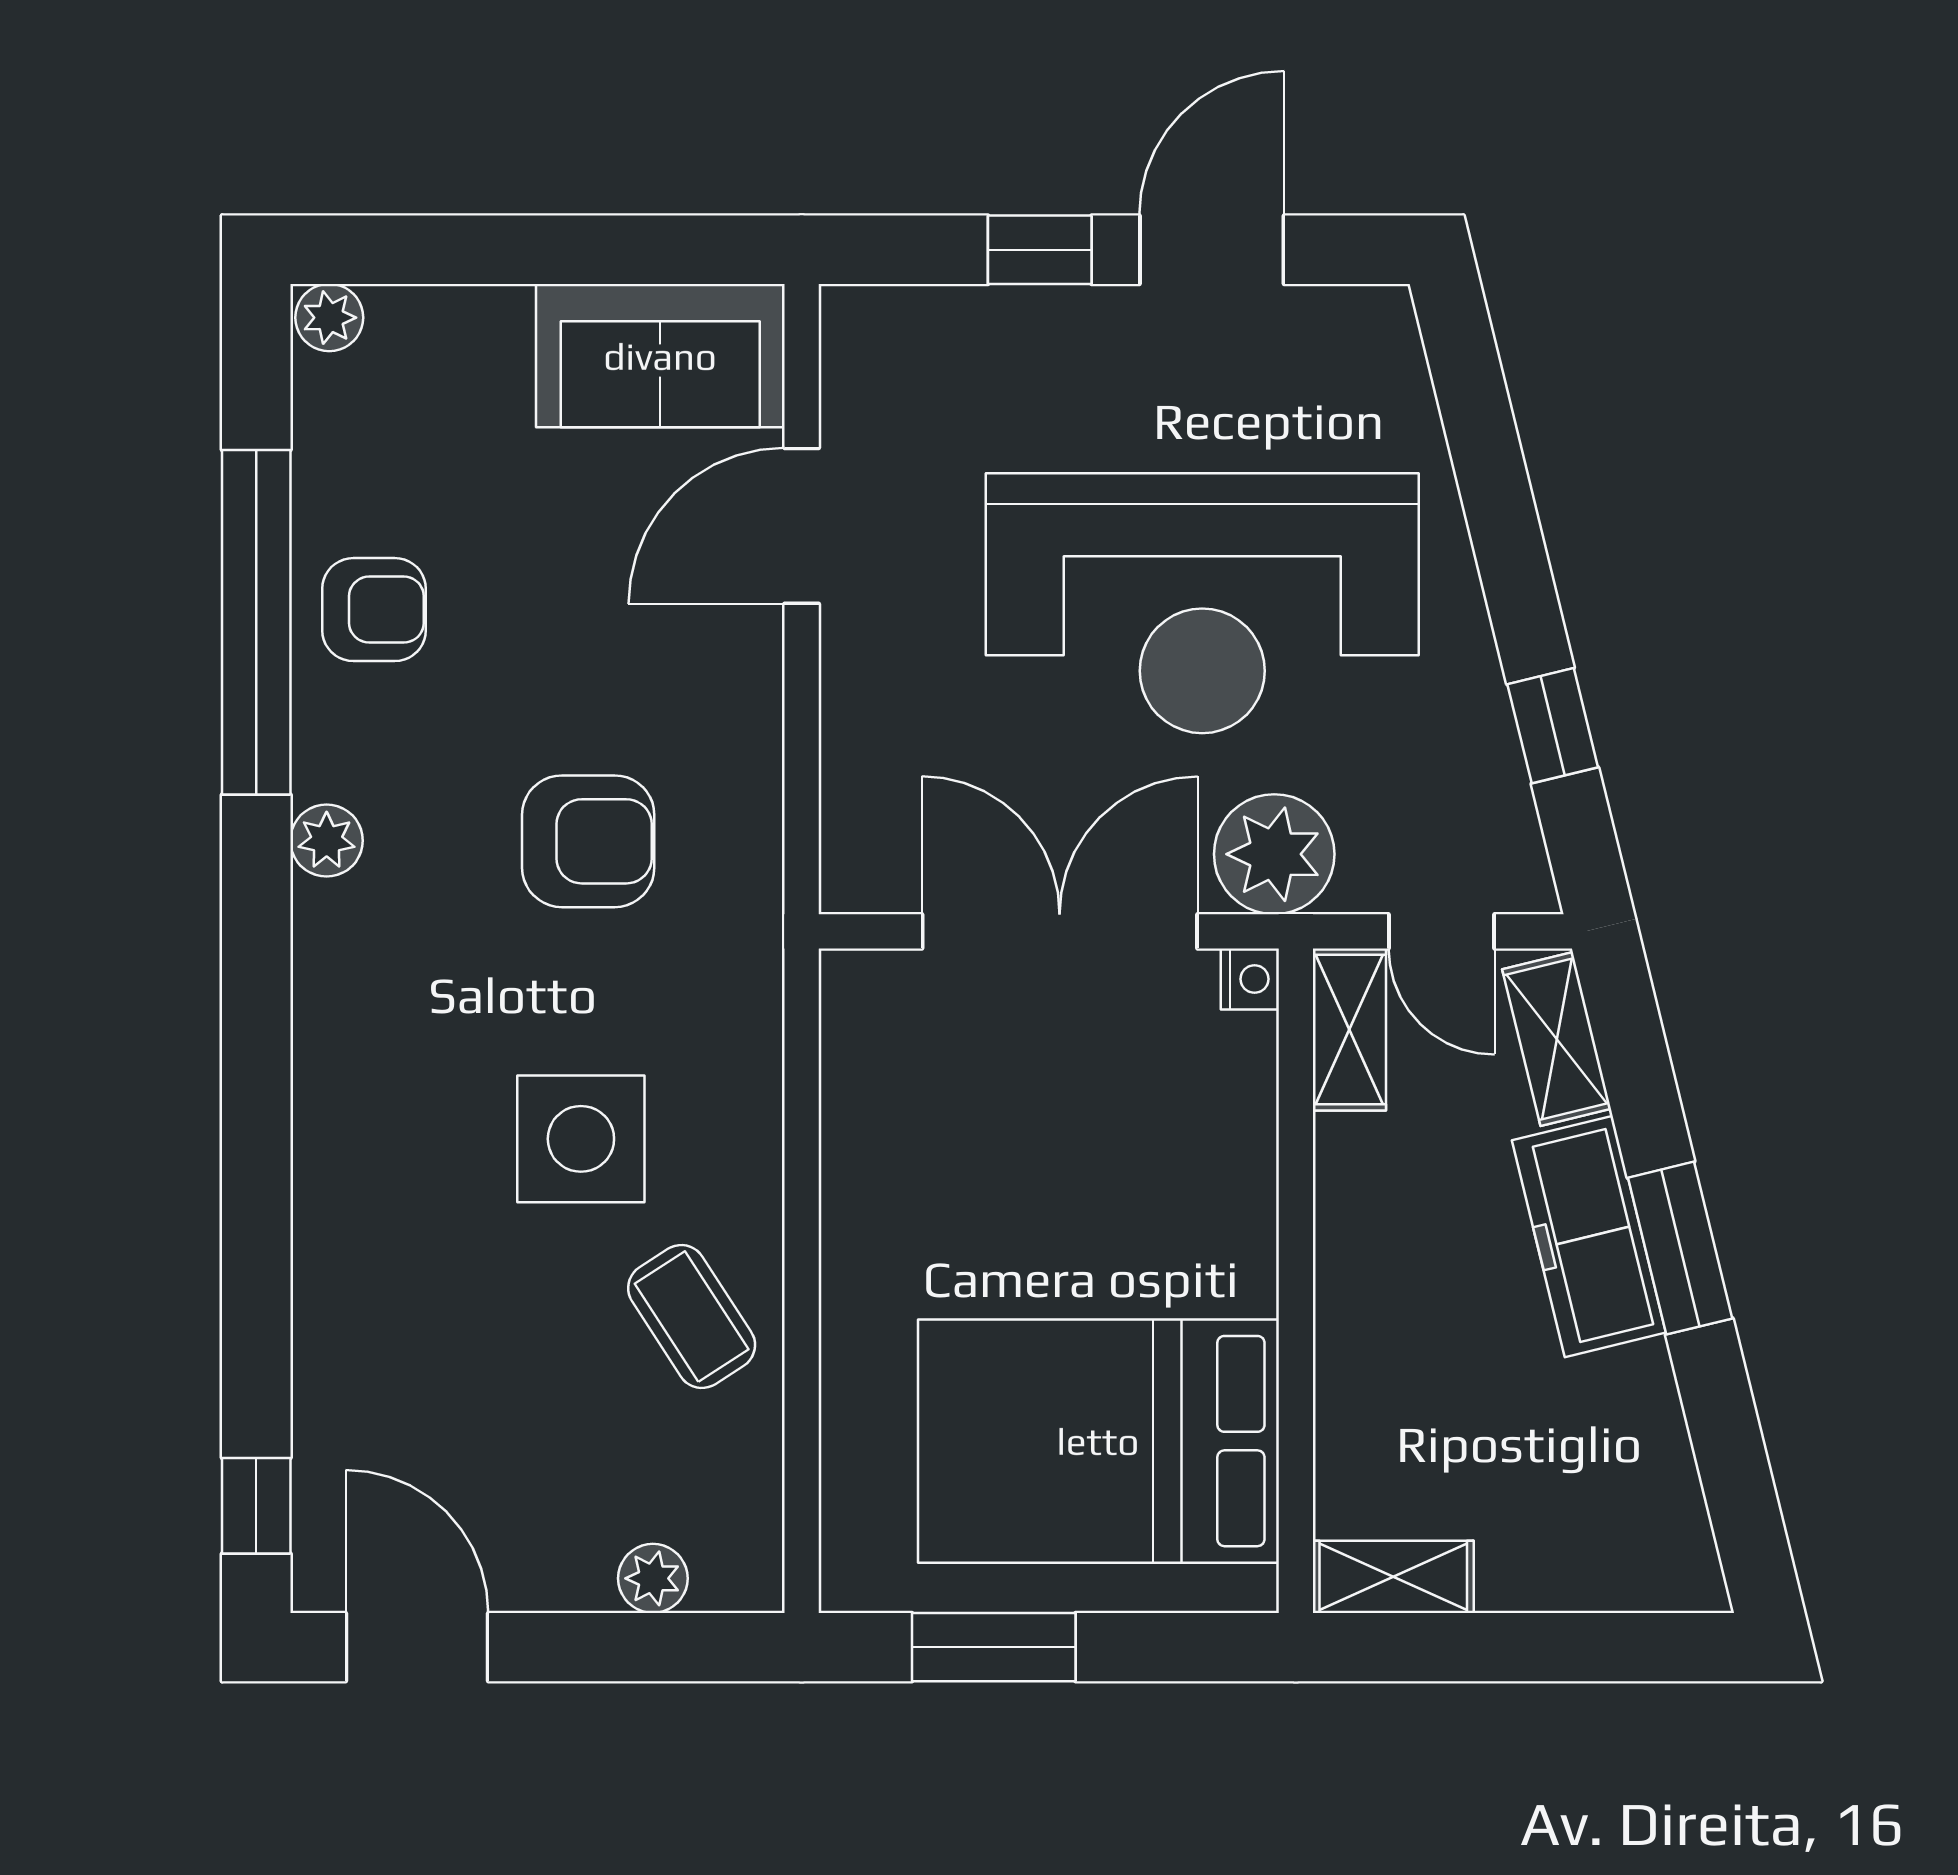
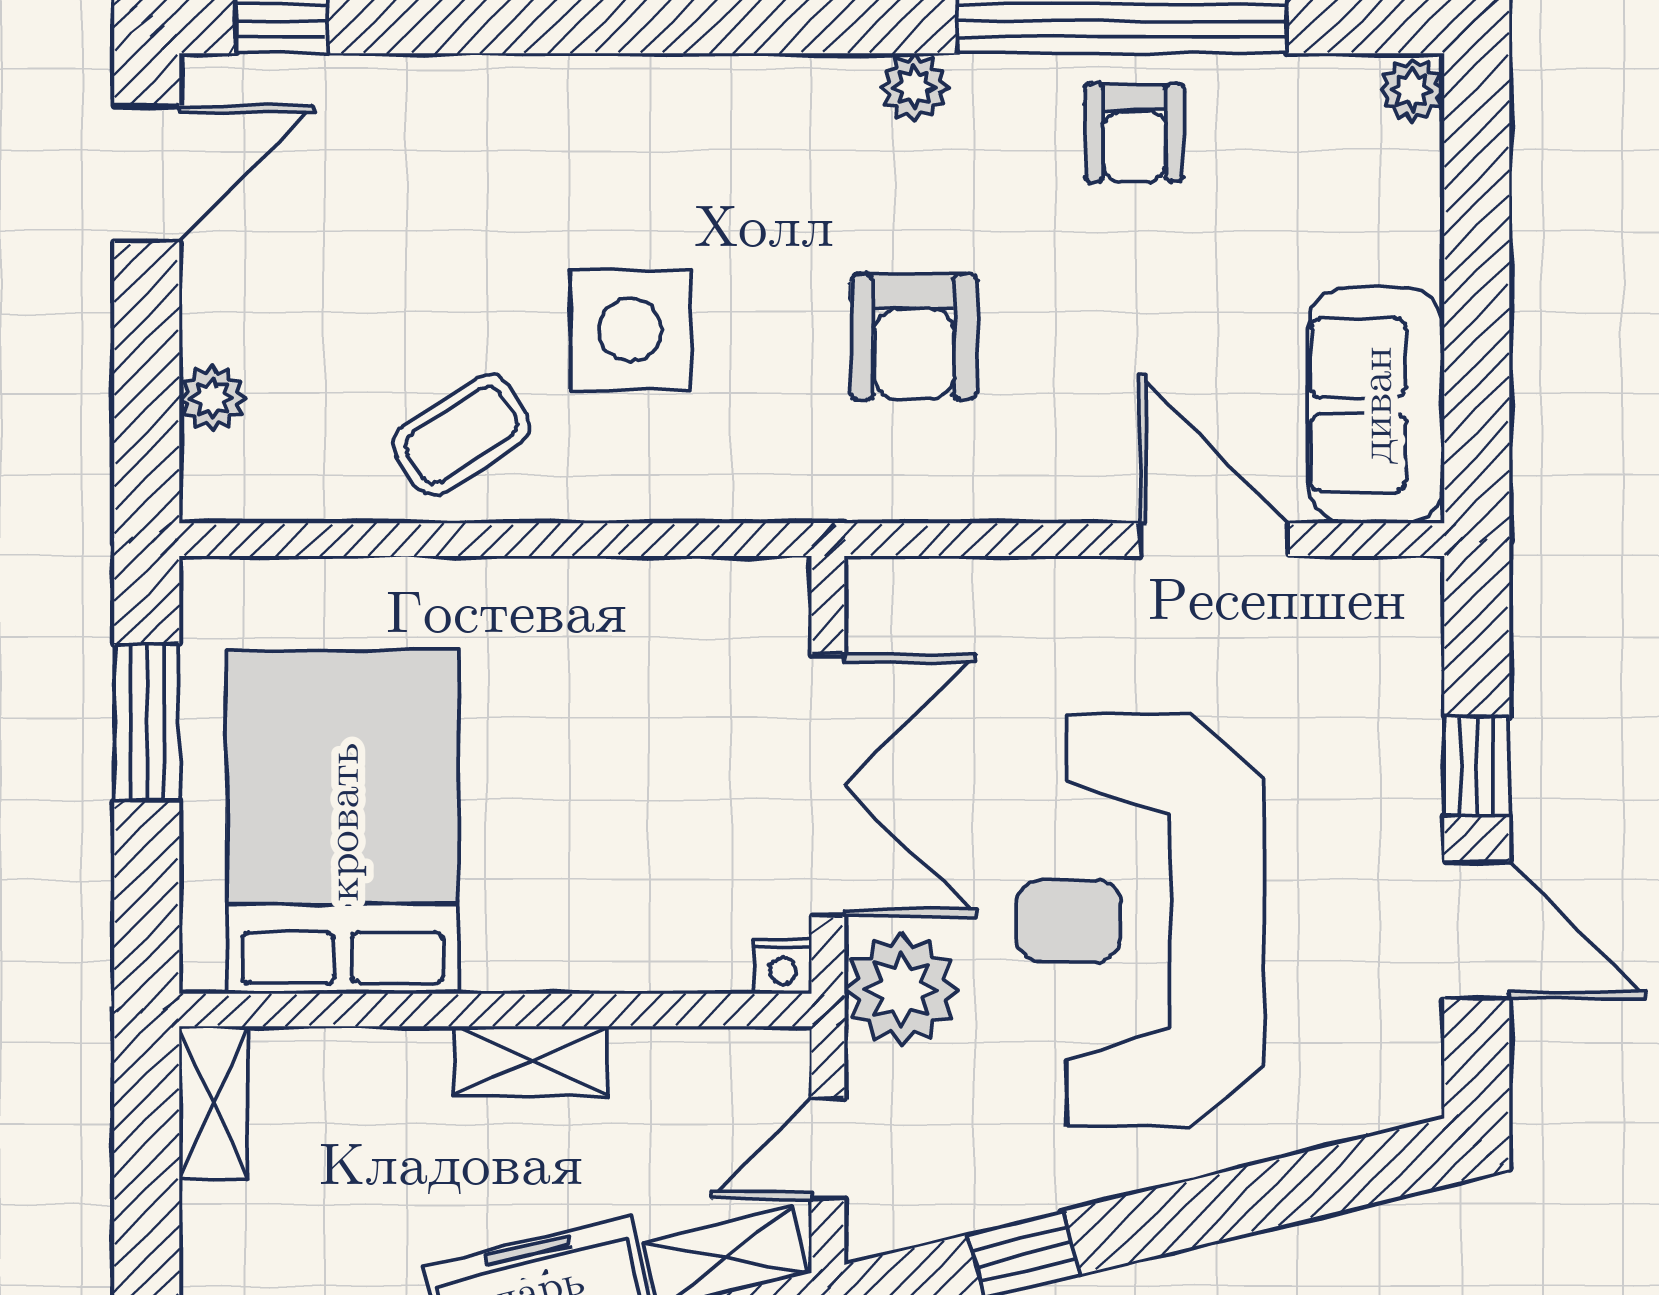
shelving: (1349, 1029) -> (531, 1061), moved

